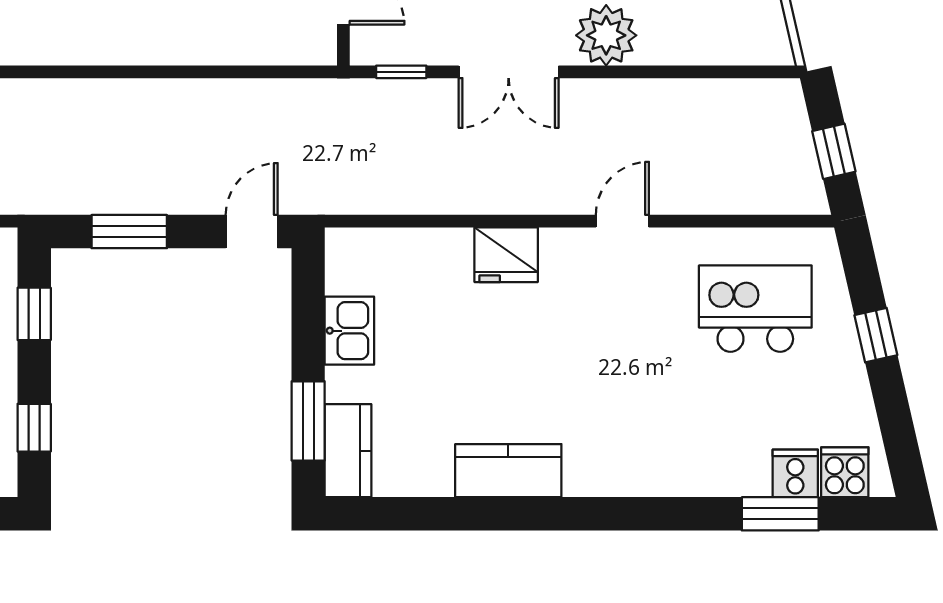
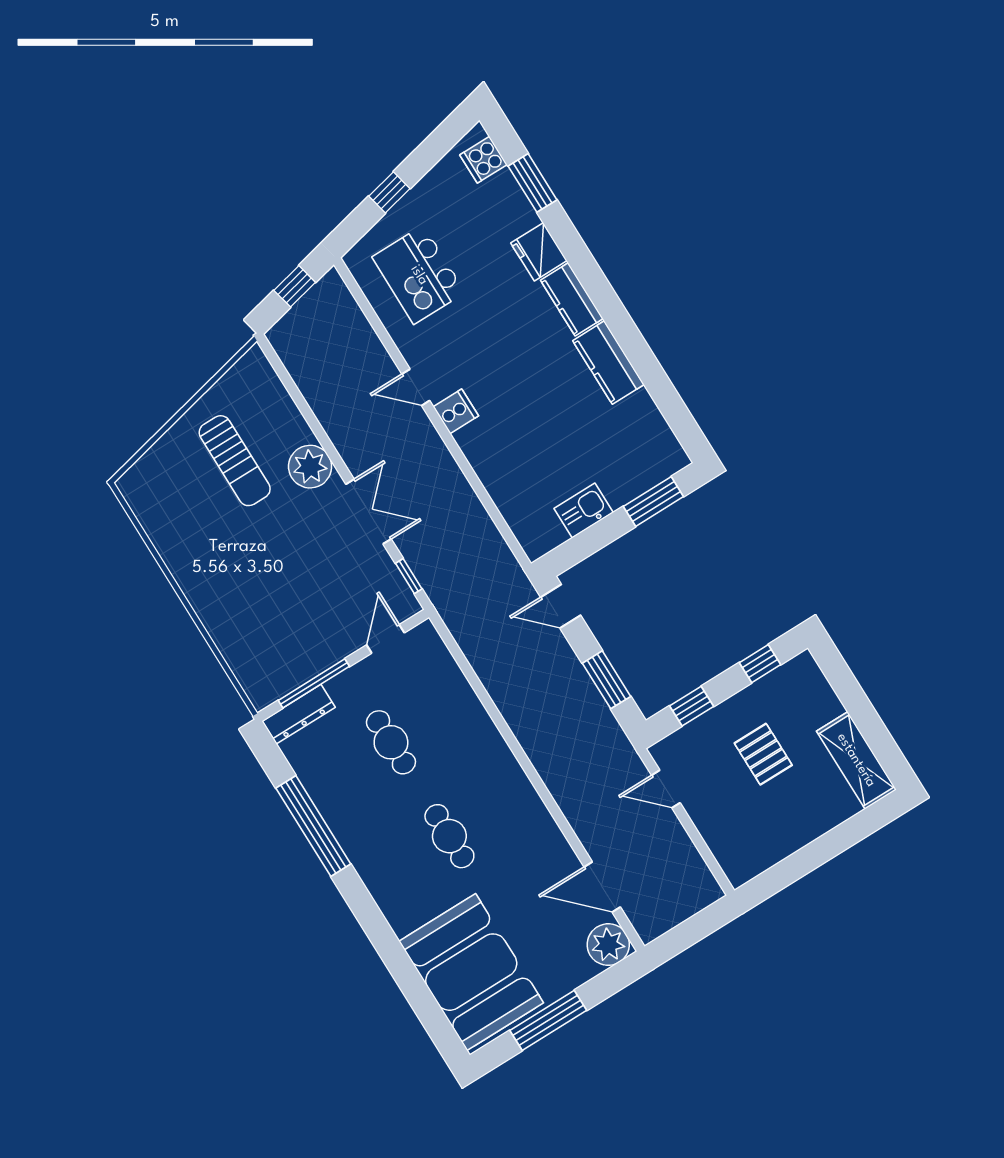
fridge: (506, 255) -> (539, 252), moved, turned 180
kitchen counter: (348, 451) -> (572, 299), moved, turned -90
cooker: (795, 473) -> (456, 411), moved, turned 180

